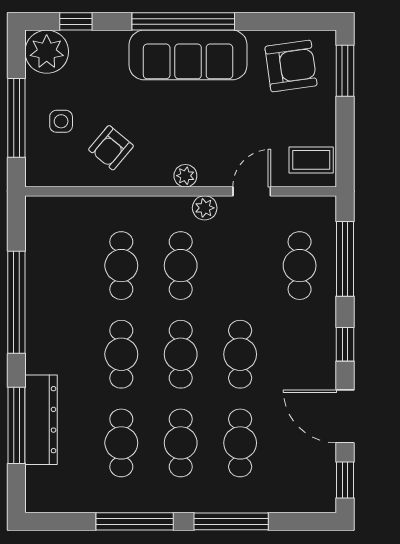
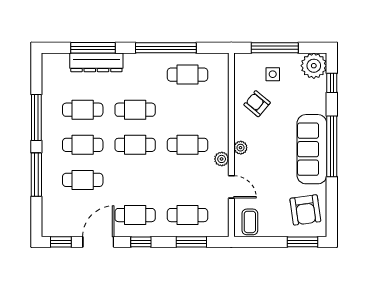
window: (345, 259) -> (191, 242), width x0.69
cafe table: (121, 266) -> (187, 75), moved
cafe table: (240, 354) -> (135, 215), moved

